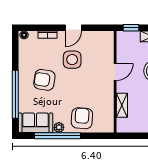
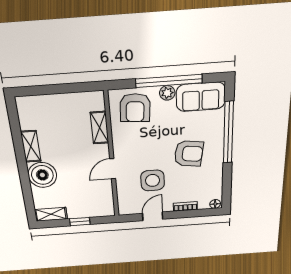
door: (115, 72) -> (113, 169), moved
wall: (115, 82) -> (112, 157), moved
shelving: (122, 105) -> (99, 128), moved

